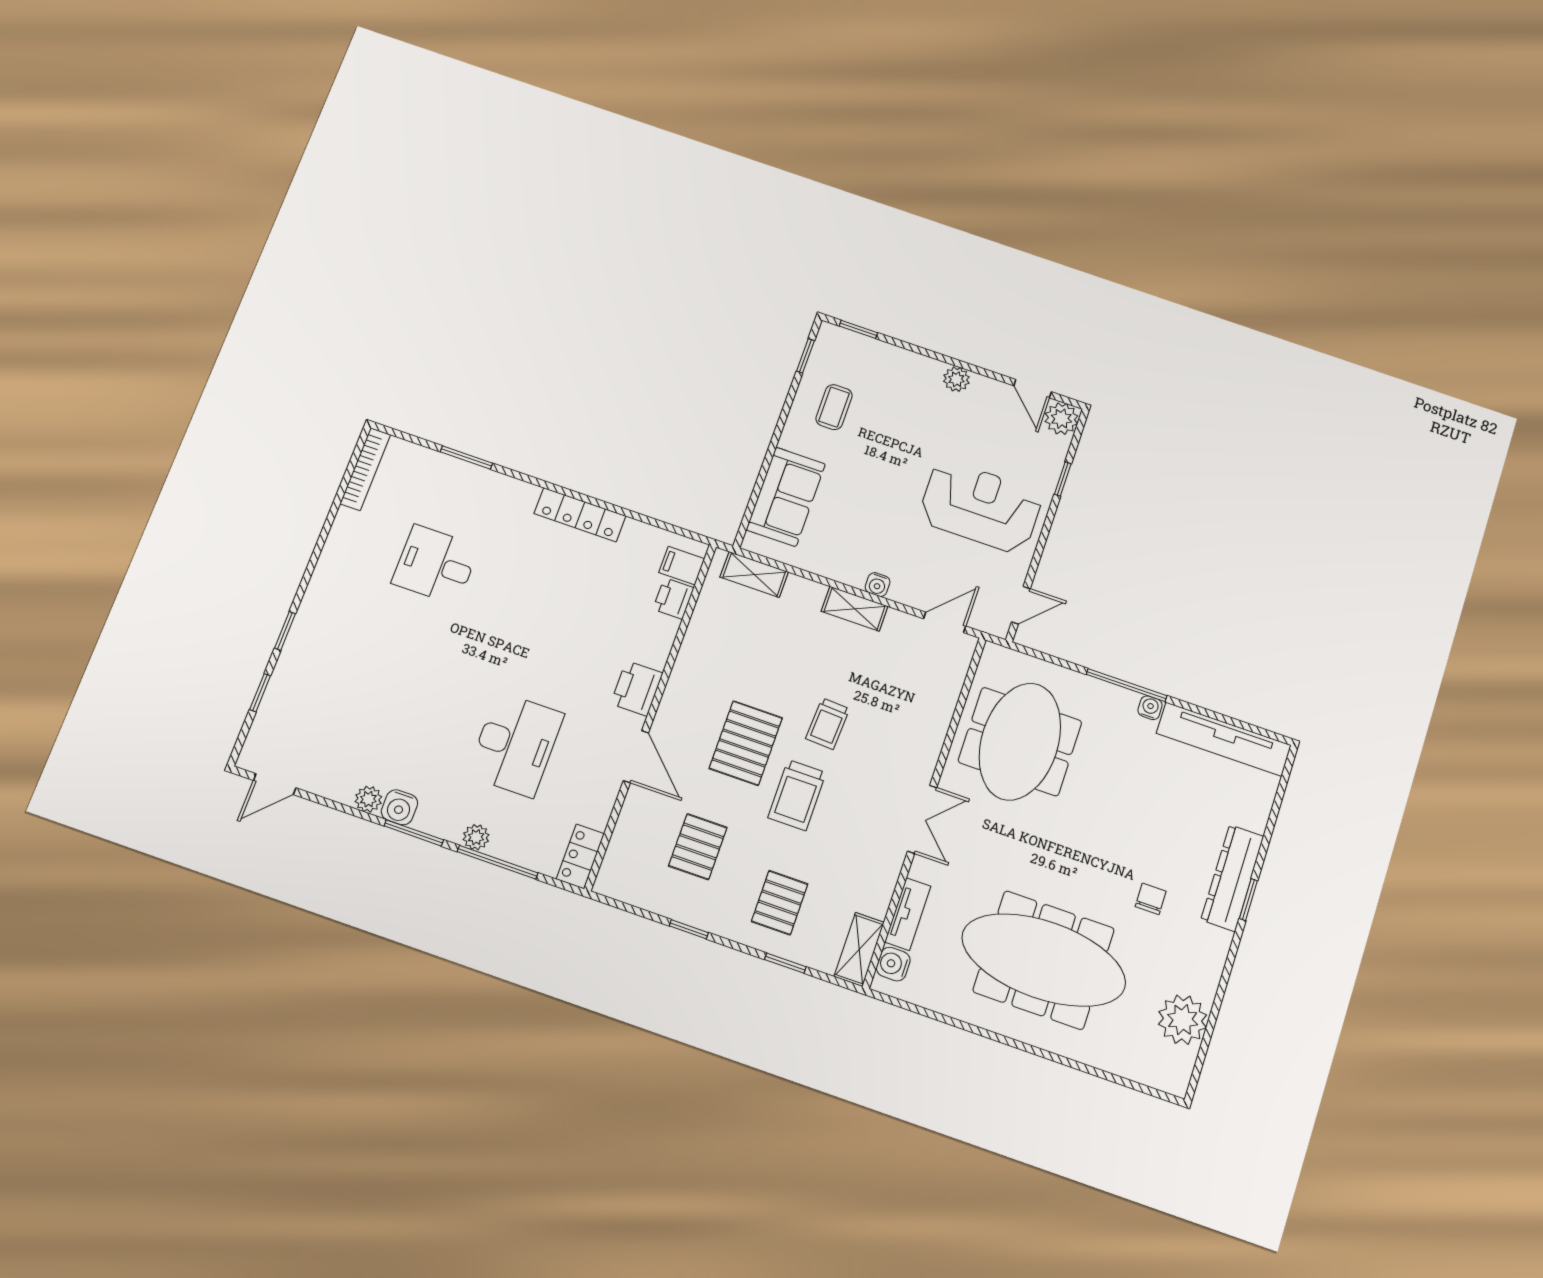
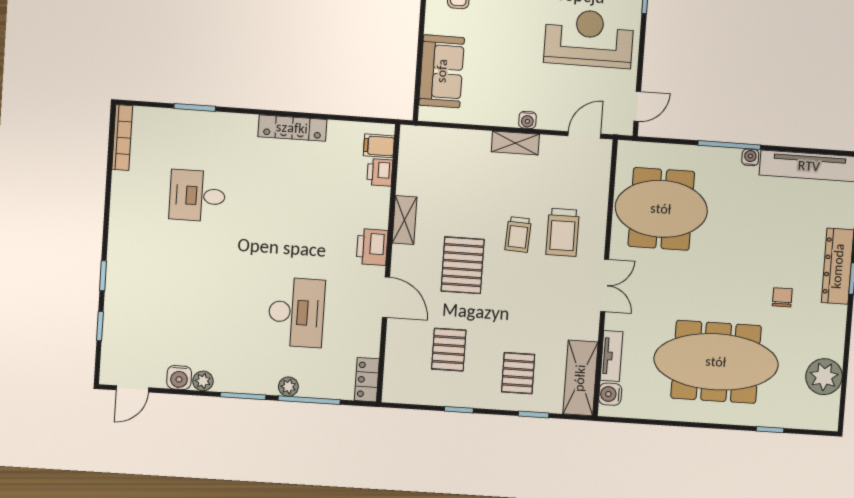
shelving: (754, 574) -> (404, 220), moved, turned 90
meeting table: (1020, 742) -> (661, 209), turned 90
trolley: (797, 795) -> (563, 232), moved
water cooler: (399, 807) -> (179, 378), moved
shelving: (859, 949) -> (580, 378), width x1.50, depth x1.33
window: (1094, 1071) -> (770, 430), added

